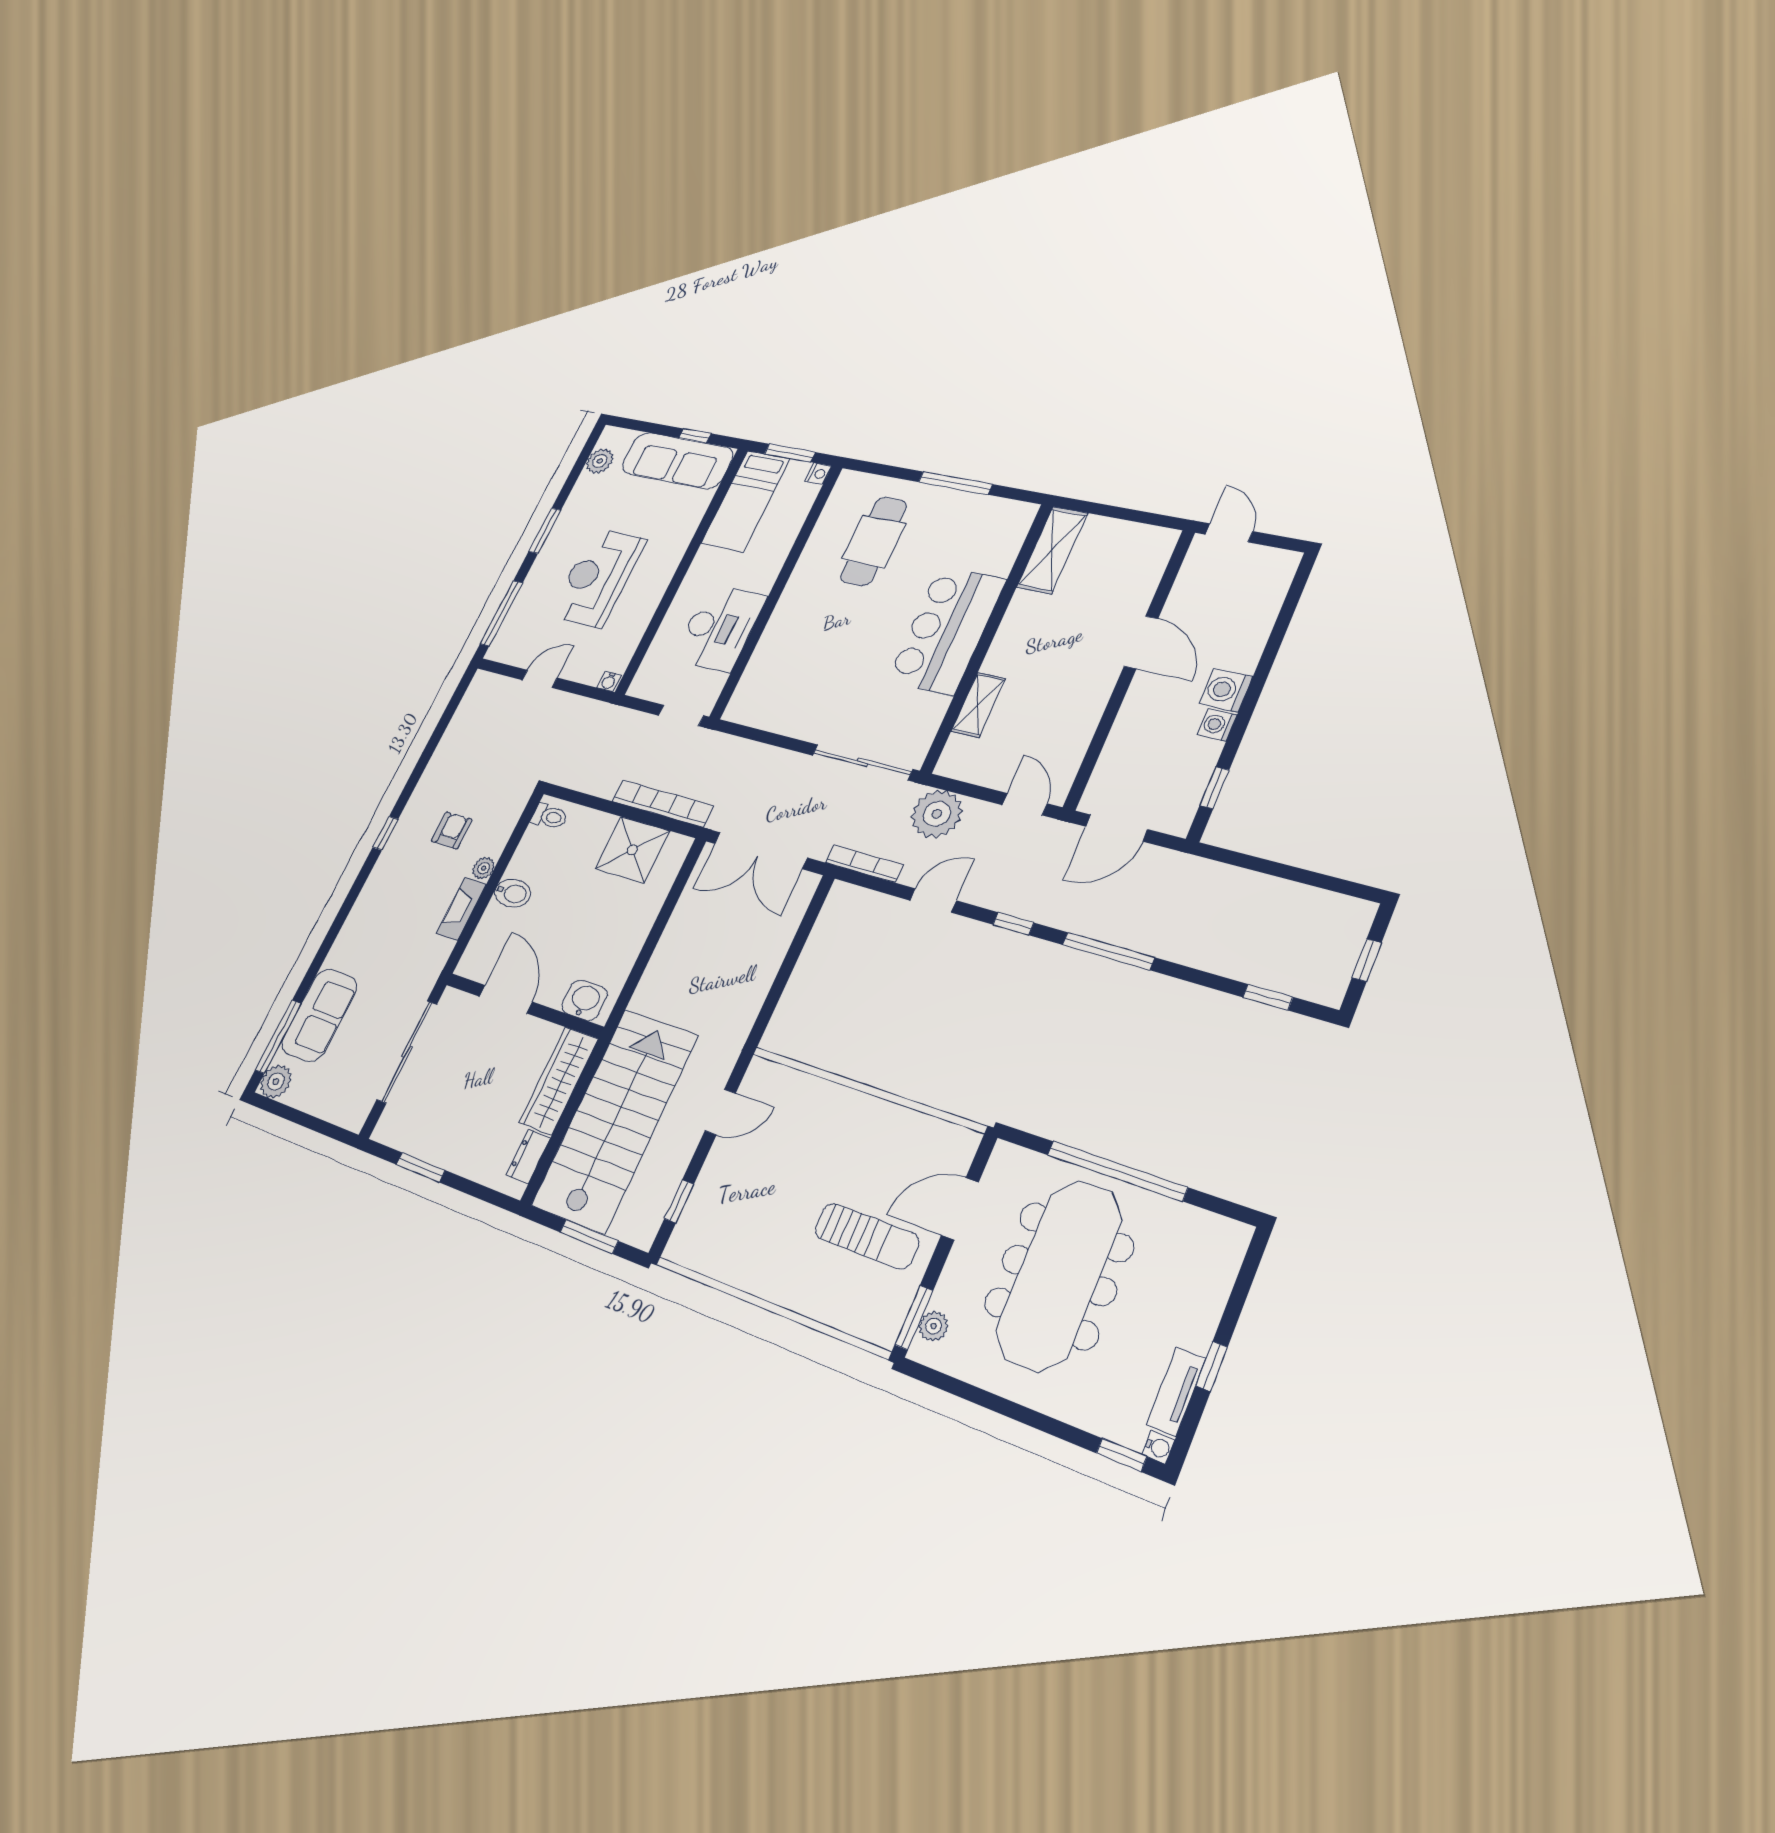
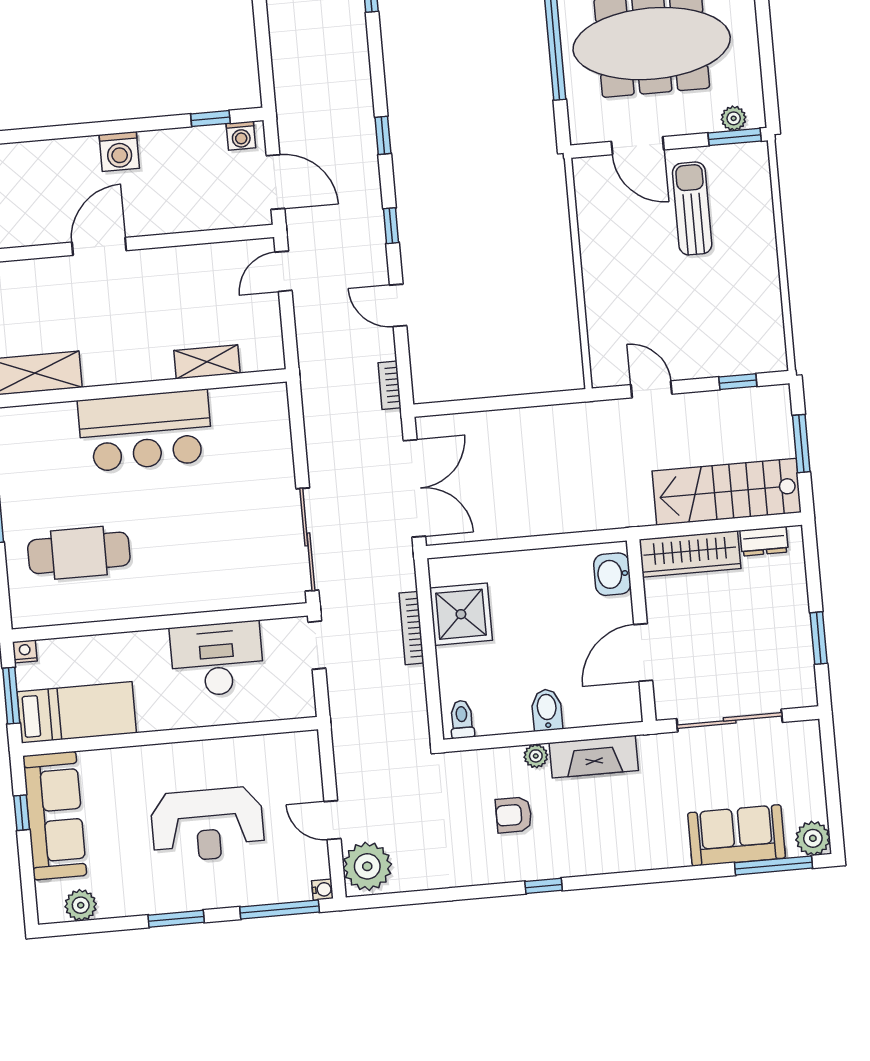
water cooler: (609, 681) -> (322, 890), moved
washing machine: (1217, 725) -> (241, 136), moved
sliding door: (862, 762) -> (307, 539), moved
bookcase: (663, 803) -> (411, 628), width x0.68, depth x0.76
plant: (937, 814) -> (367, 866), moved
bookcase: (864, 864) -> (390, 385), width x0.64
fireplace: (461, 909) -> (594, 757), width x1.37, depth x1.32
window: (1108, 951) -> (383, 135), width x0.46
stairs: (615, 1120) -> (727, 492), width x0.73, depth x0.66

